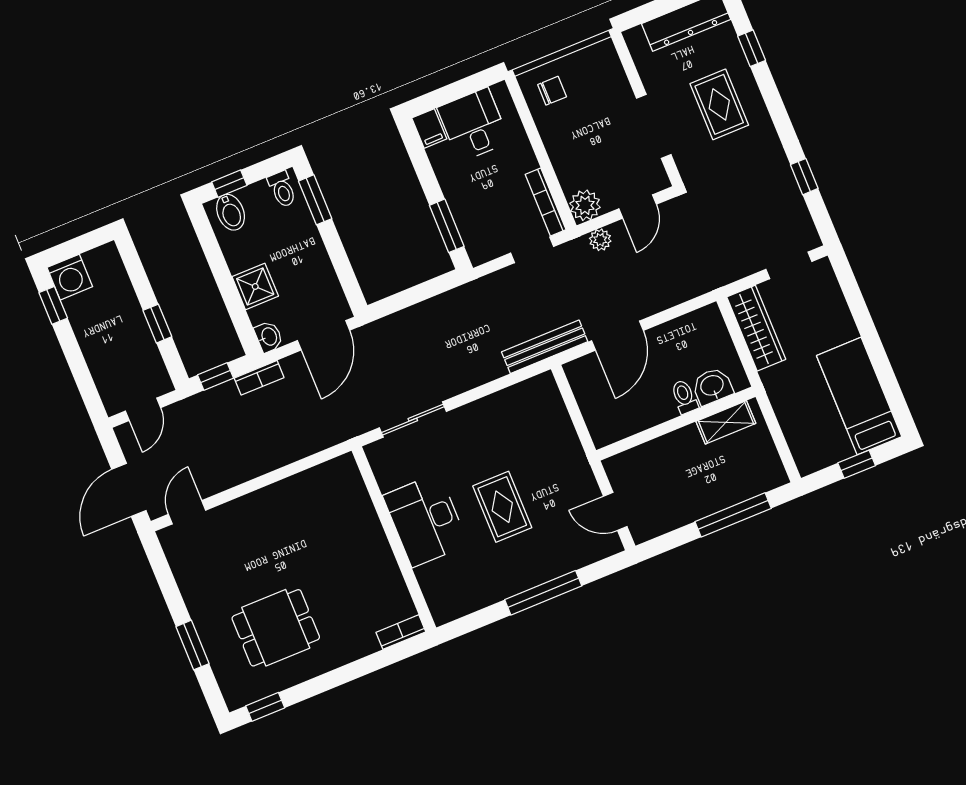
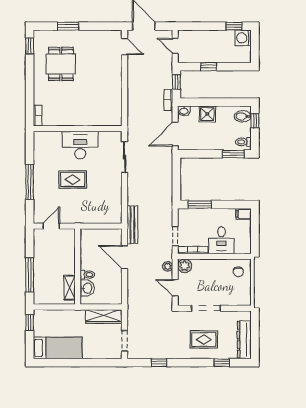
desk: (473, 125) -> (221, 240), moved, turned 90
door: (324, 335) -> (175, 134), hinge flipped
window: (857, 464) -> (30, 322), moved

